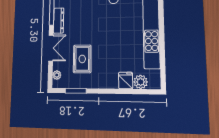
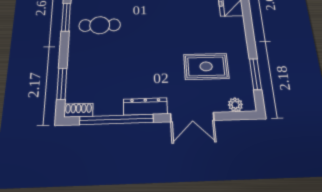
double door: (51, 48) -> (192, 117), swing flipped

